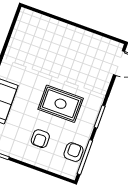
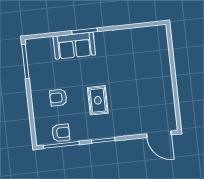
rug: (61, 104) -> (98, 100), width x0.73, depth x0.70

